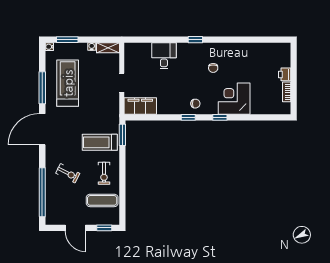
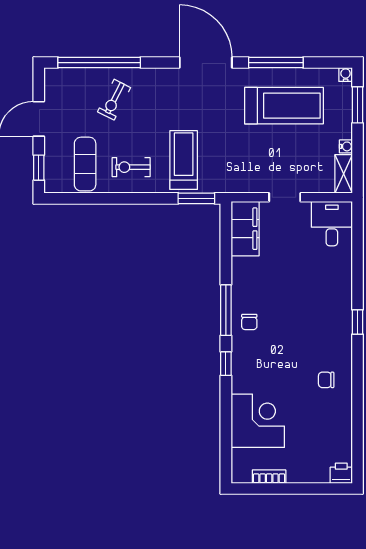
desk: (164, 56) -> (332, 224), moved, turned -90
chair: (213, 68) -> (326, 380), moved
printer: (285, 74) -> (341, 473), moved
corner desk: (234, 99) -> (258, 421), moved
window: (188, 117) -> (226, 310), width x2.17
exercise bike: (68, 173) -> (114, 100), moved

